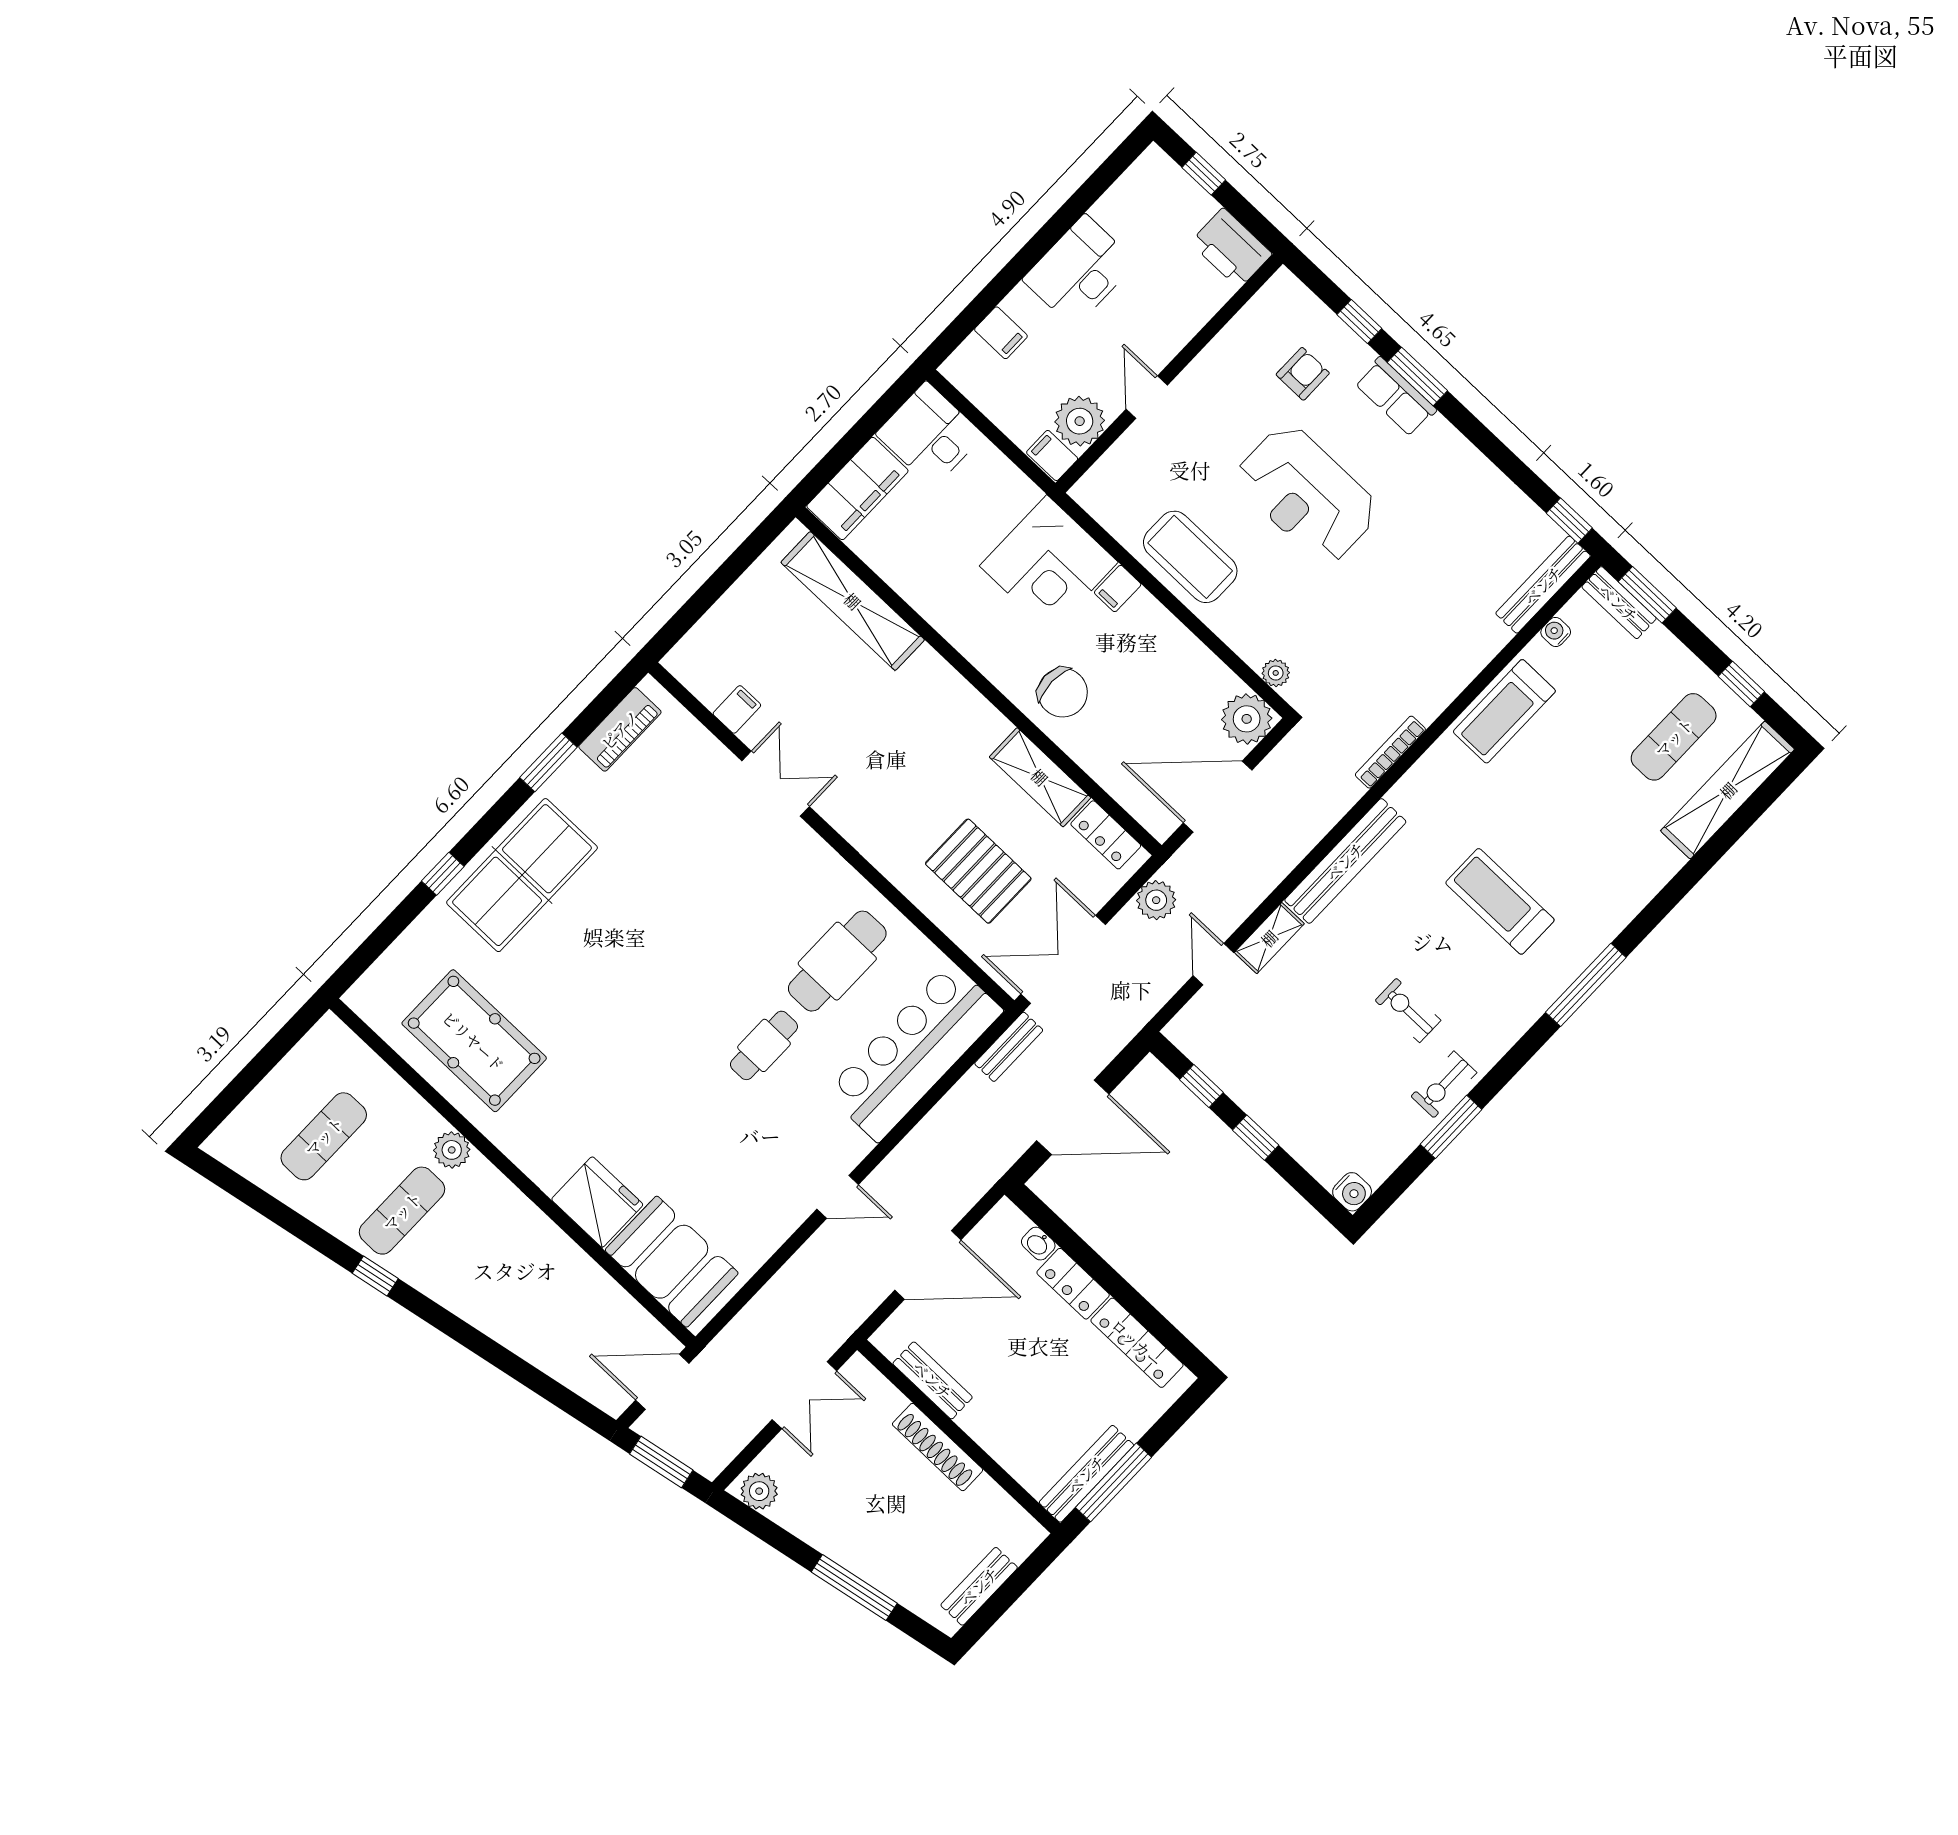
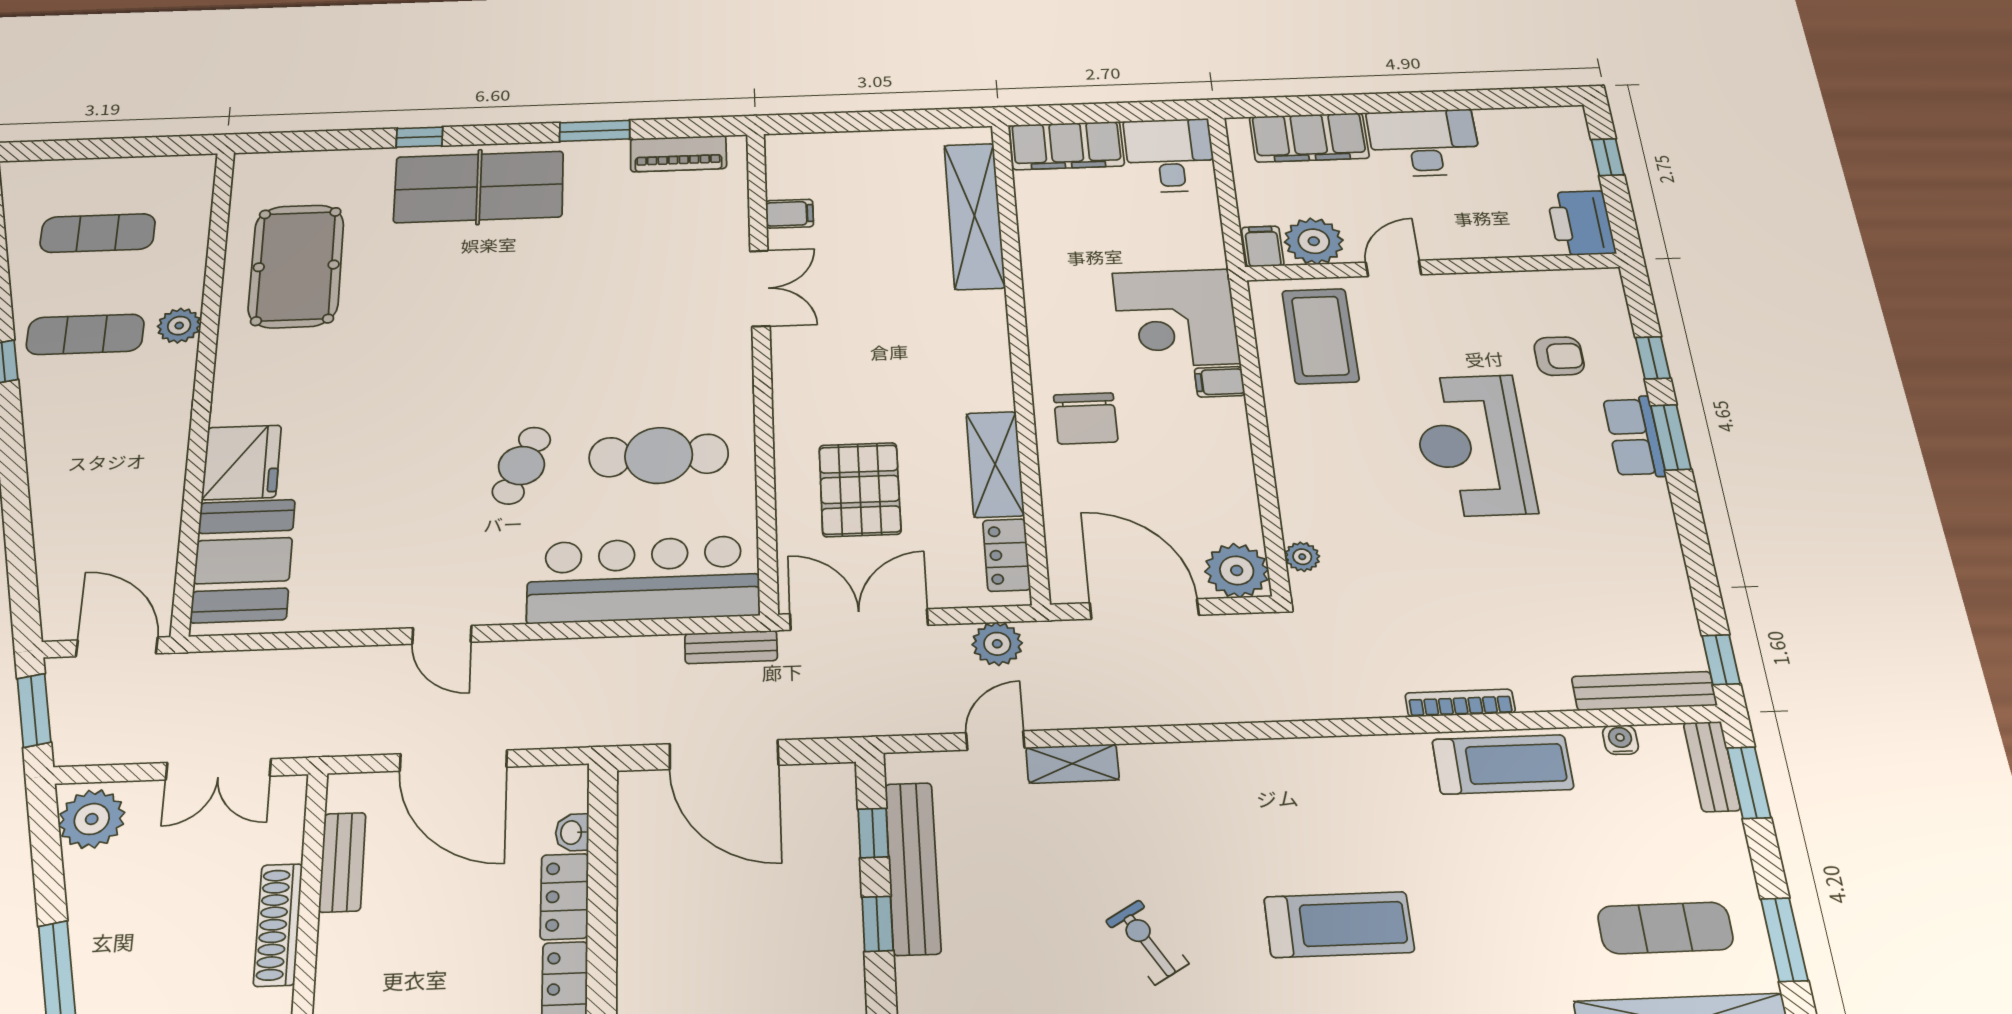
filing cabinet: (1001, 333) -> (1309, 137), width x3.00, depth x1.17
coffee table: (1190, 557) -> (1320, 336), moved
window: (1741, 684) -> (1784, 940), width x1.50
treadmill: (1504, 711) -> (1503, 764), turned 180
bookcase: (1390, 752) -> (1460, 703), moved
bench: (1345, 861) -> (913, 868), moved, turned 90
treadmill: (1500, 901) -> (1339, 924), turned 90
exercise bike: (1408, 1010) -> (1147, 942), turned -31
cafe table: (764, 1045) -> (521, 465), turned -68
plant: (759, 1491) -> (92, 819), width x1.36, depth x1.36

